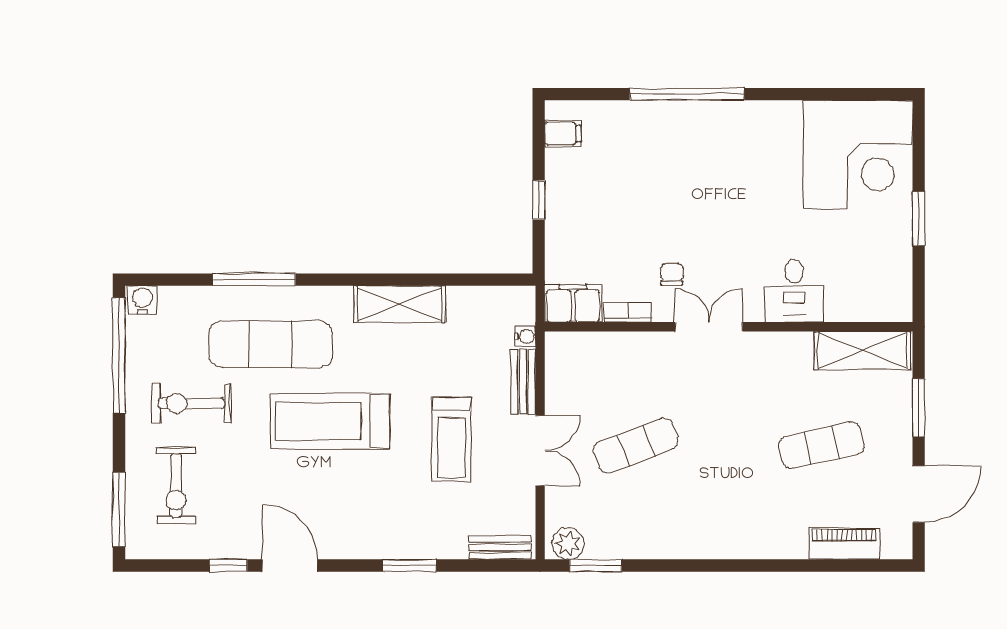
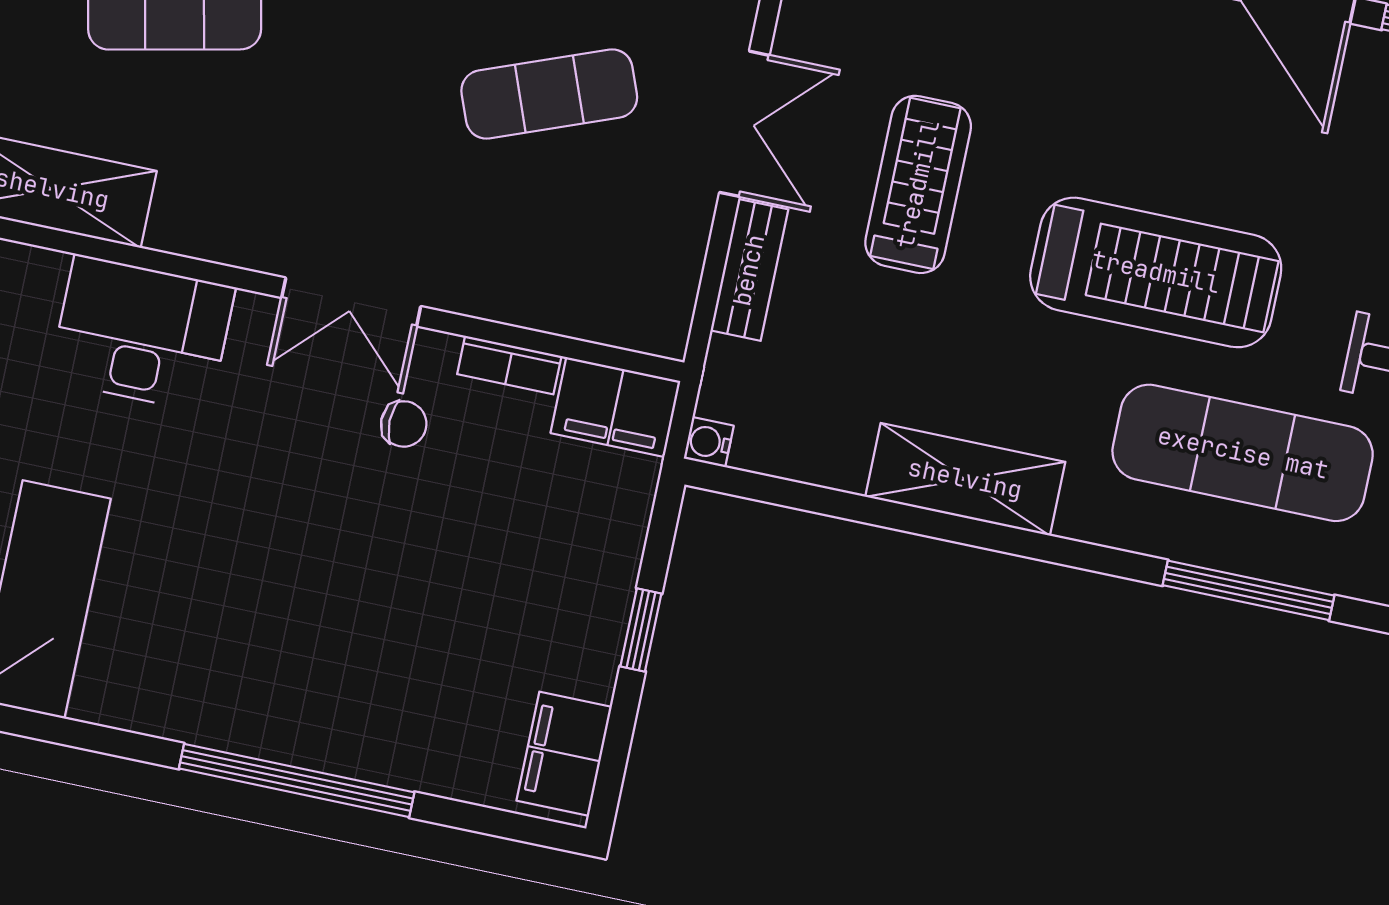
filing cabinet: (563, 134) -> (564, 754), width x2.00
chair: (672, 274) -> (404, 424), turned -90
desk: (794, 291) -> (142, 334), width x1.37
water cooler: (525, 336) -> (709, 442), moved
double door: (540, 451) -> (744, 124), swing flipped

